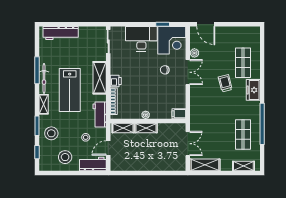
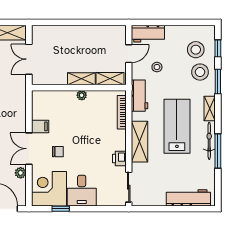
desk: (141, 39) -> (82, 191), width x0.73
printer: (116, 81) -> (119, 158), moved
filing cabinet: (179, 114) -> (40, 126), moved
stool: (65, 157) -> (196, 50), moved

